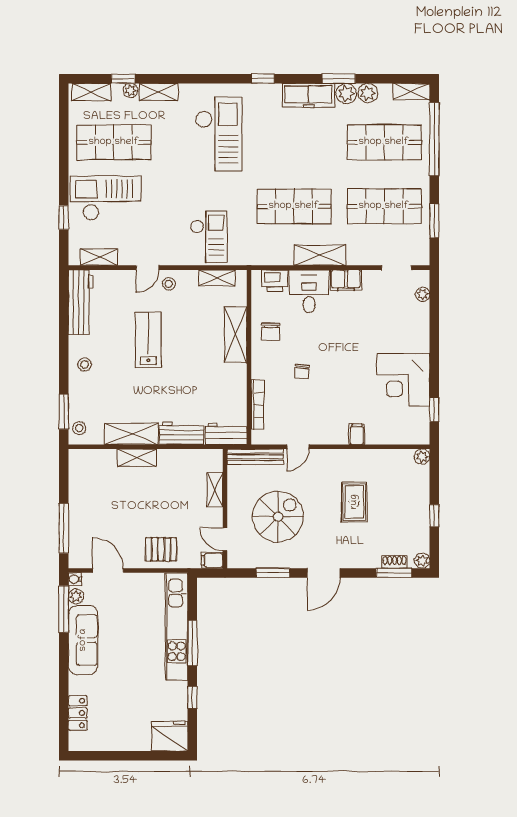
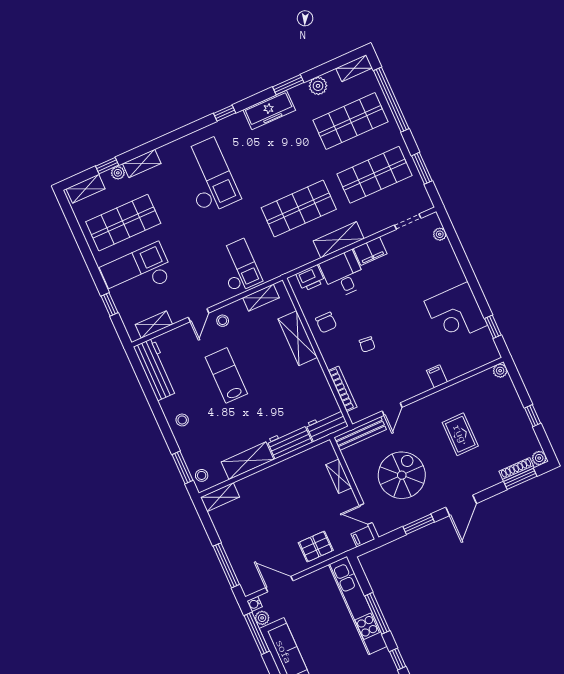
plant: (346, 94) -> (300, 94), removed
shelving: (137, 458) -> (220, 497), moved
shoe rack: (395, 562) -> (517, 469), width x1.43

